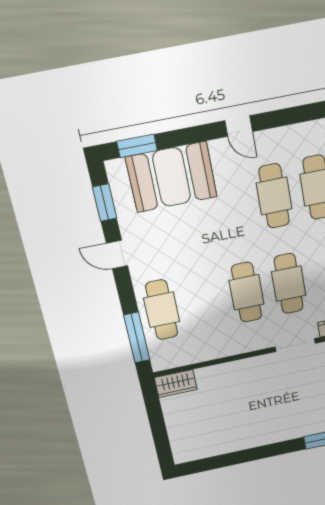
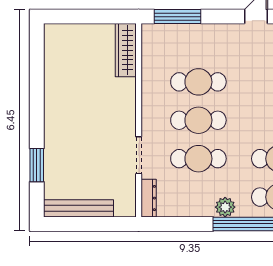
cafe table: (162, 310) -> (198, 82), moved
wardrobe: (176, 384) -> (126, 50), width x1.50

